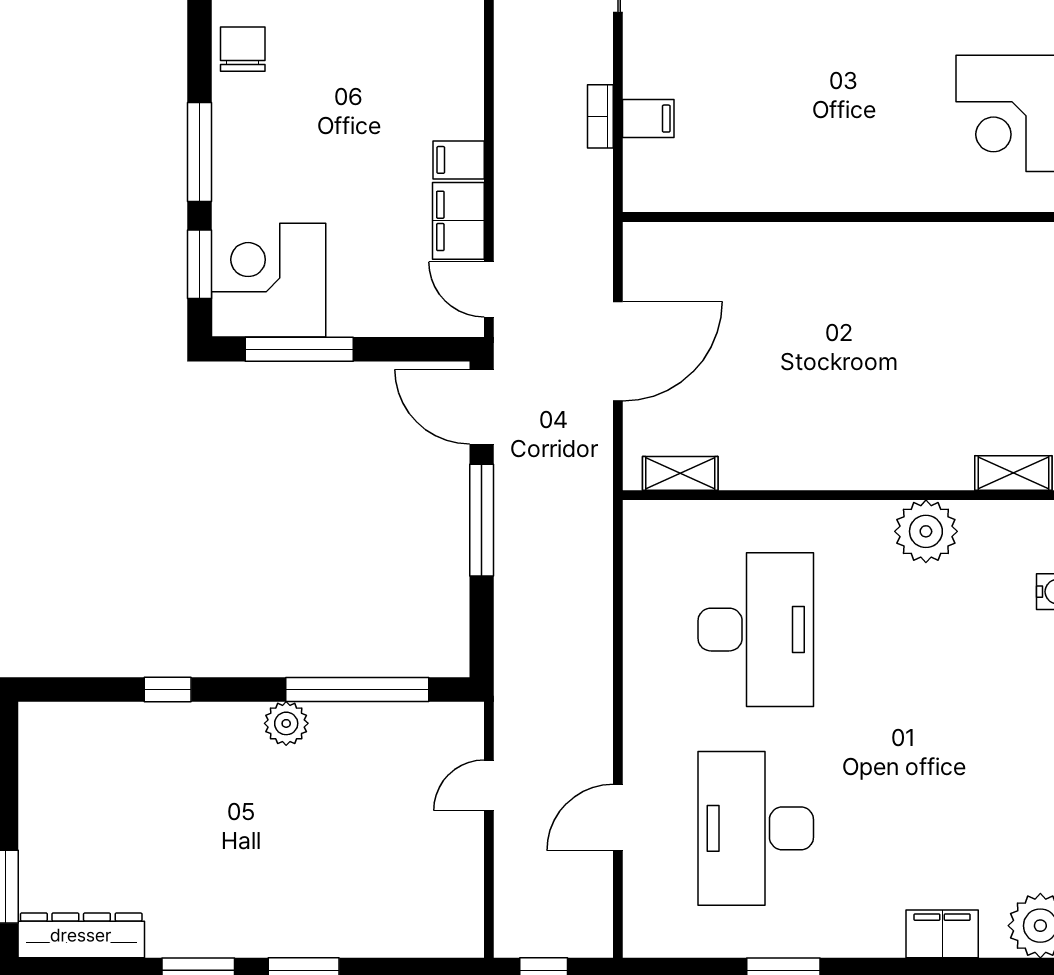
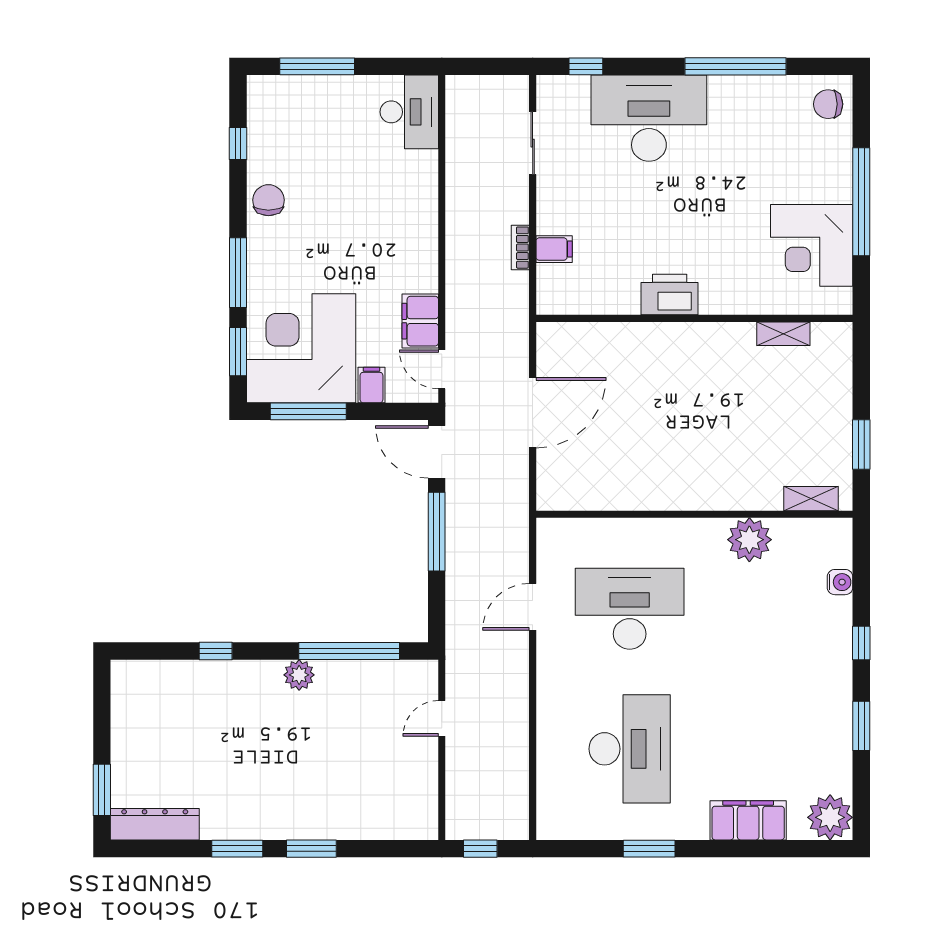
filing cabinet: (459, 160) -> (371, 385), moved, turned 90
printer: (812, 183) -> (670, 295), added
corner desk: (269, 280) -> (301, 348), width x1.36, depth x1.36
shelving: (680, 473) -> (783, 334), moved
desk: (756, 630) -> (630, 609), turned -90
door: (618, 818) -> (533, 607), moved
desk: (756, 828) -> (630, 749), turned 180
filing cabinet: (942, 934) -> (748, 820), width x1.50, depth x1.17

